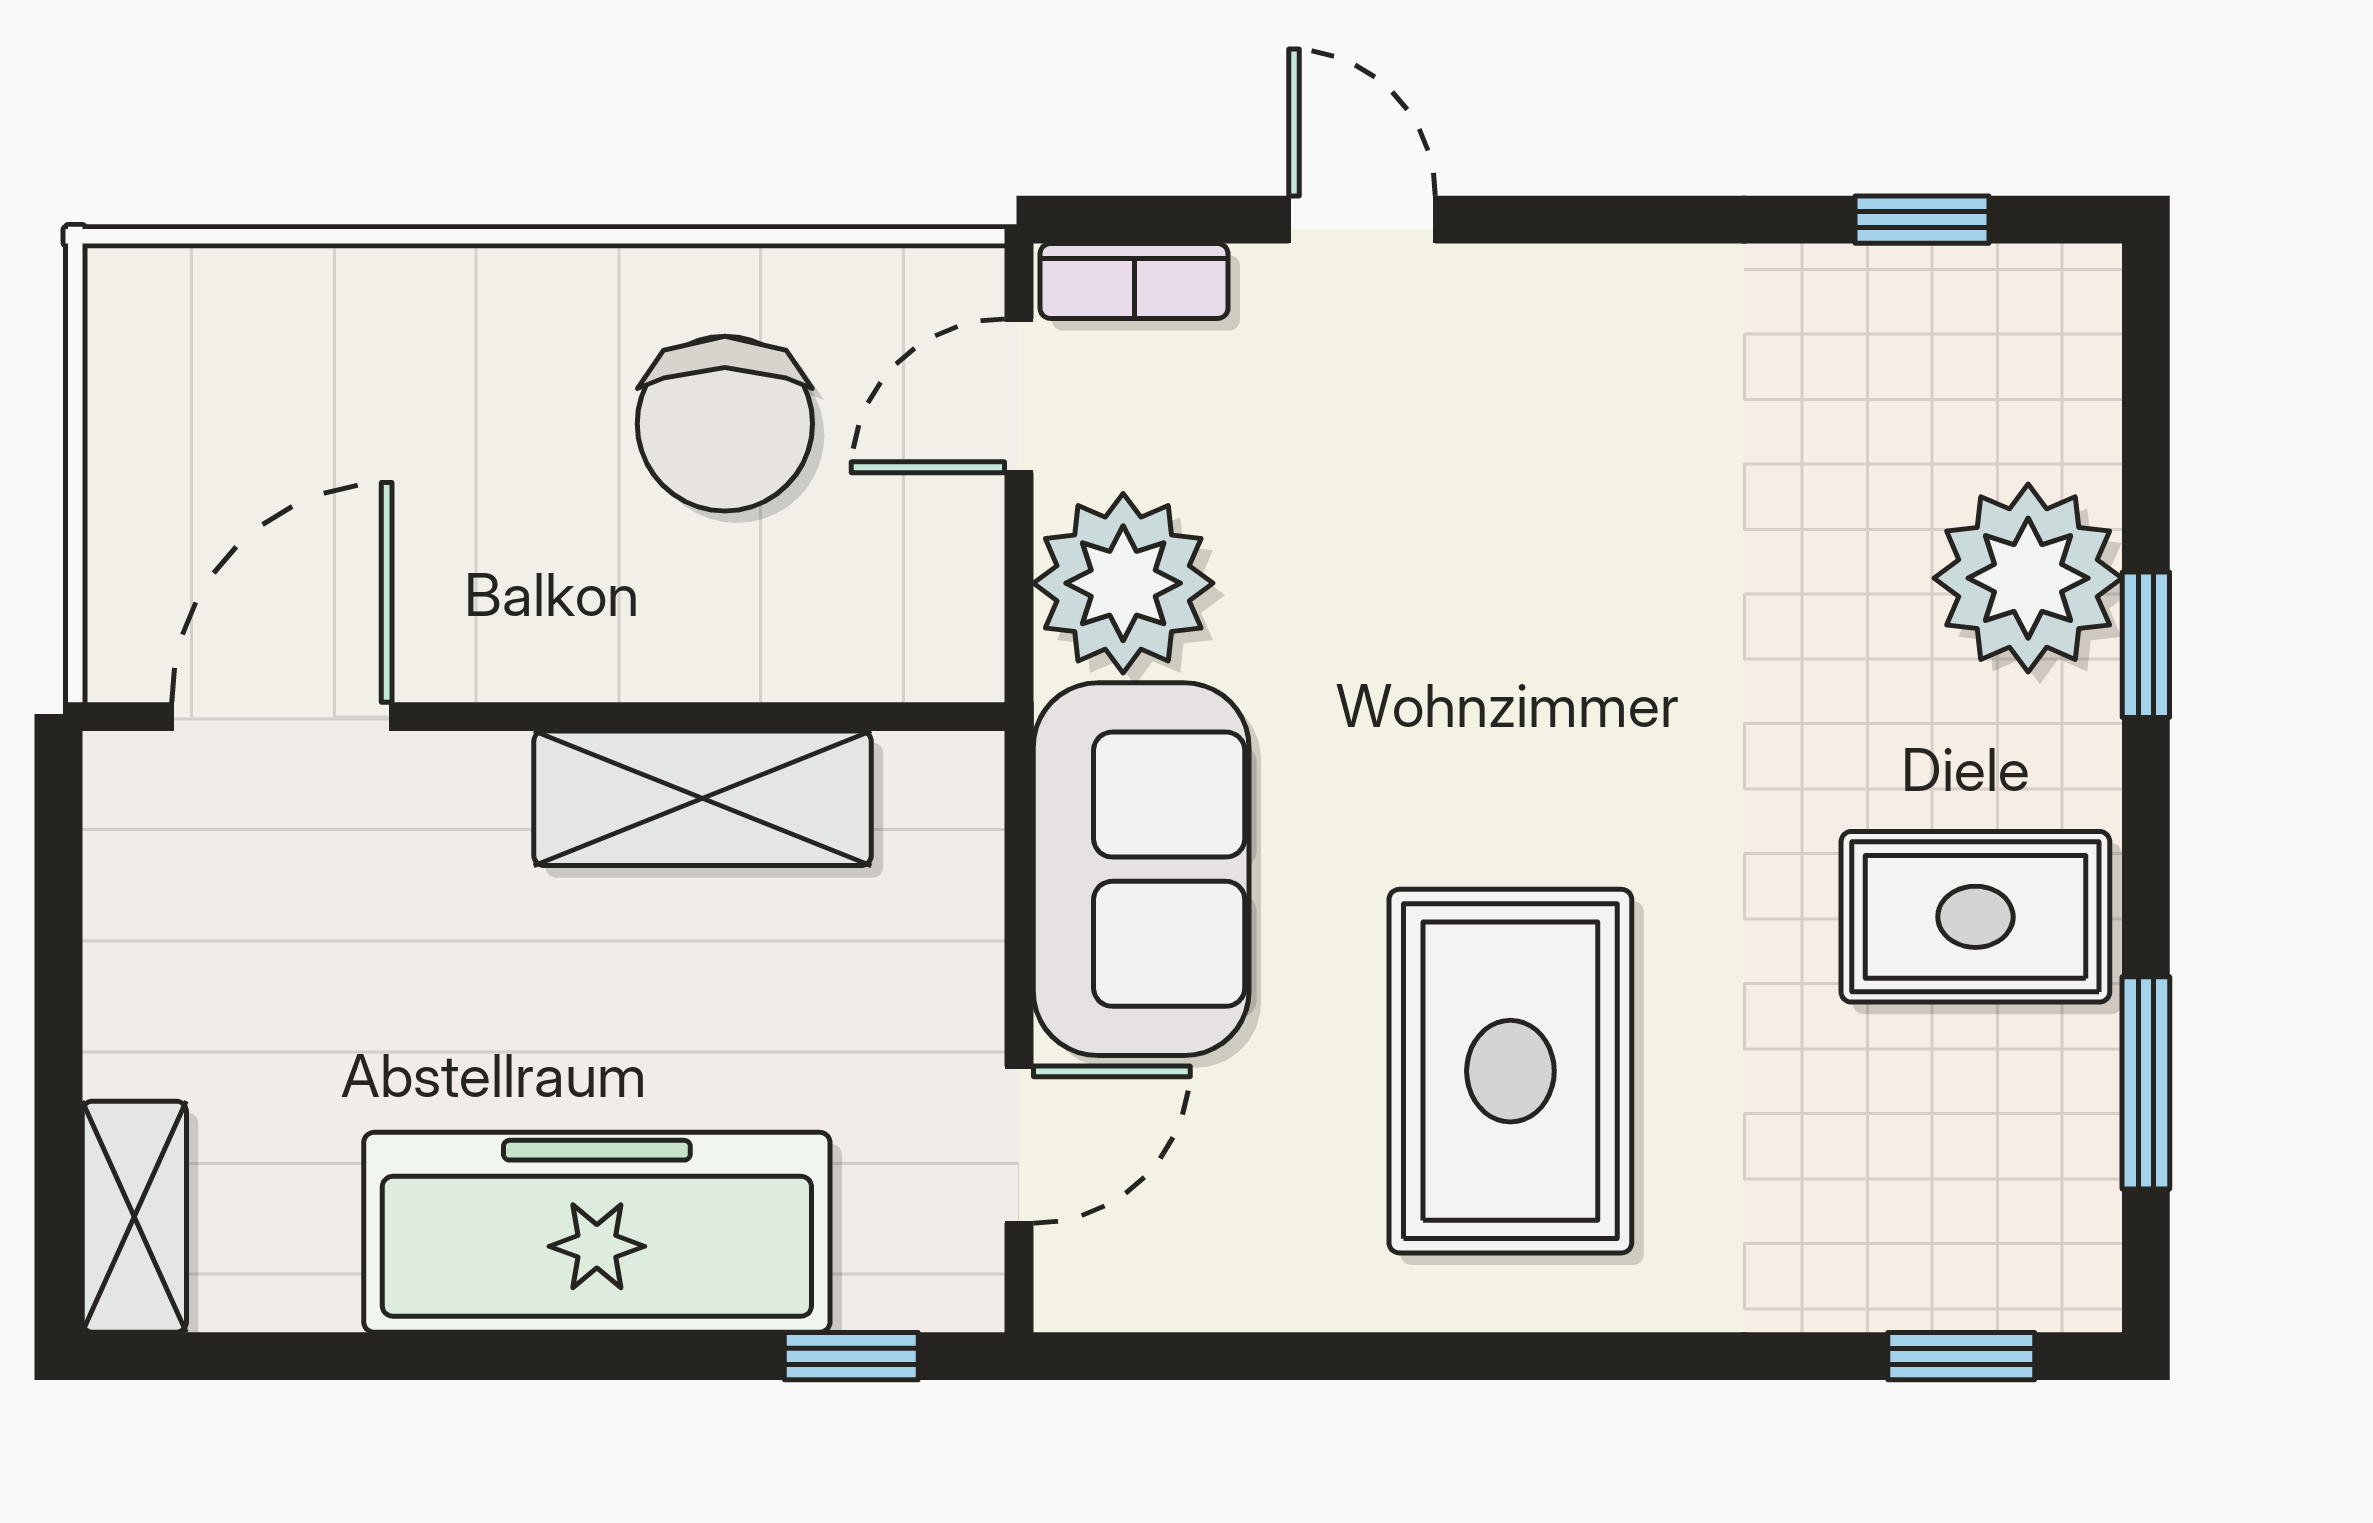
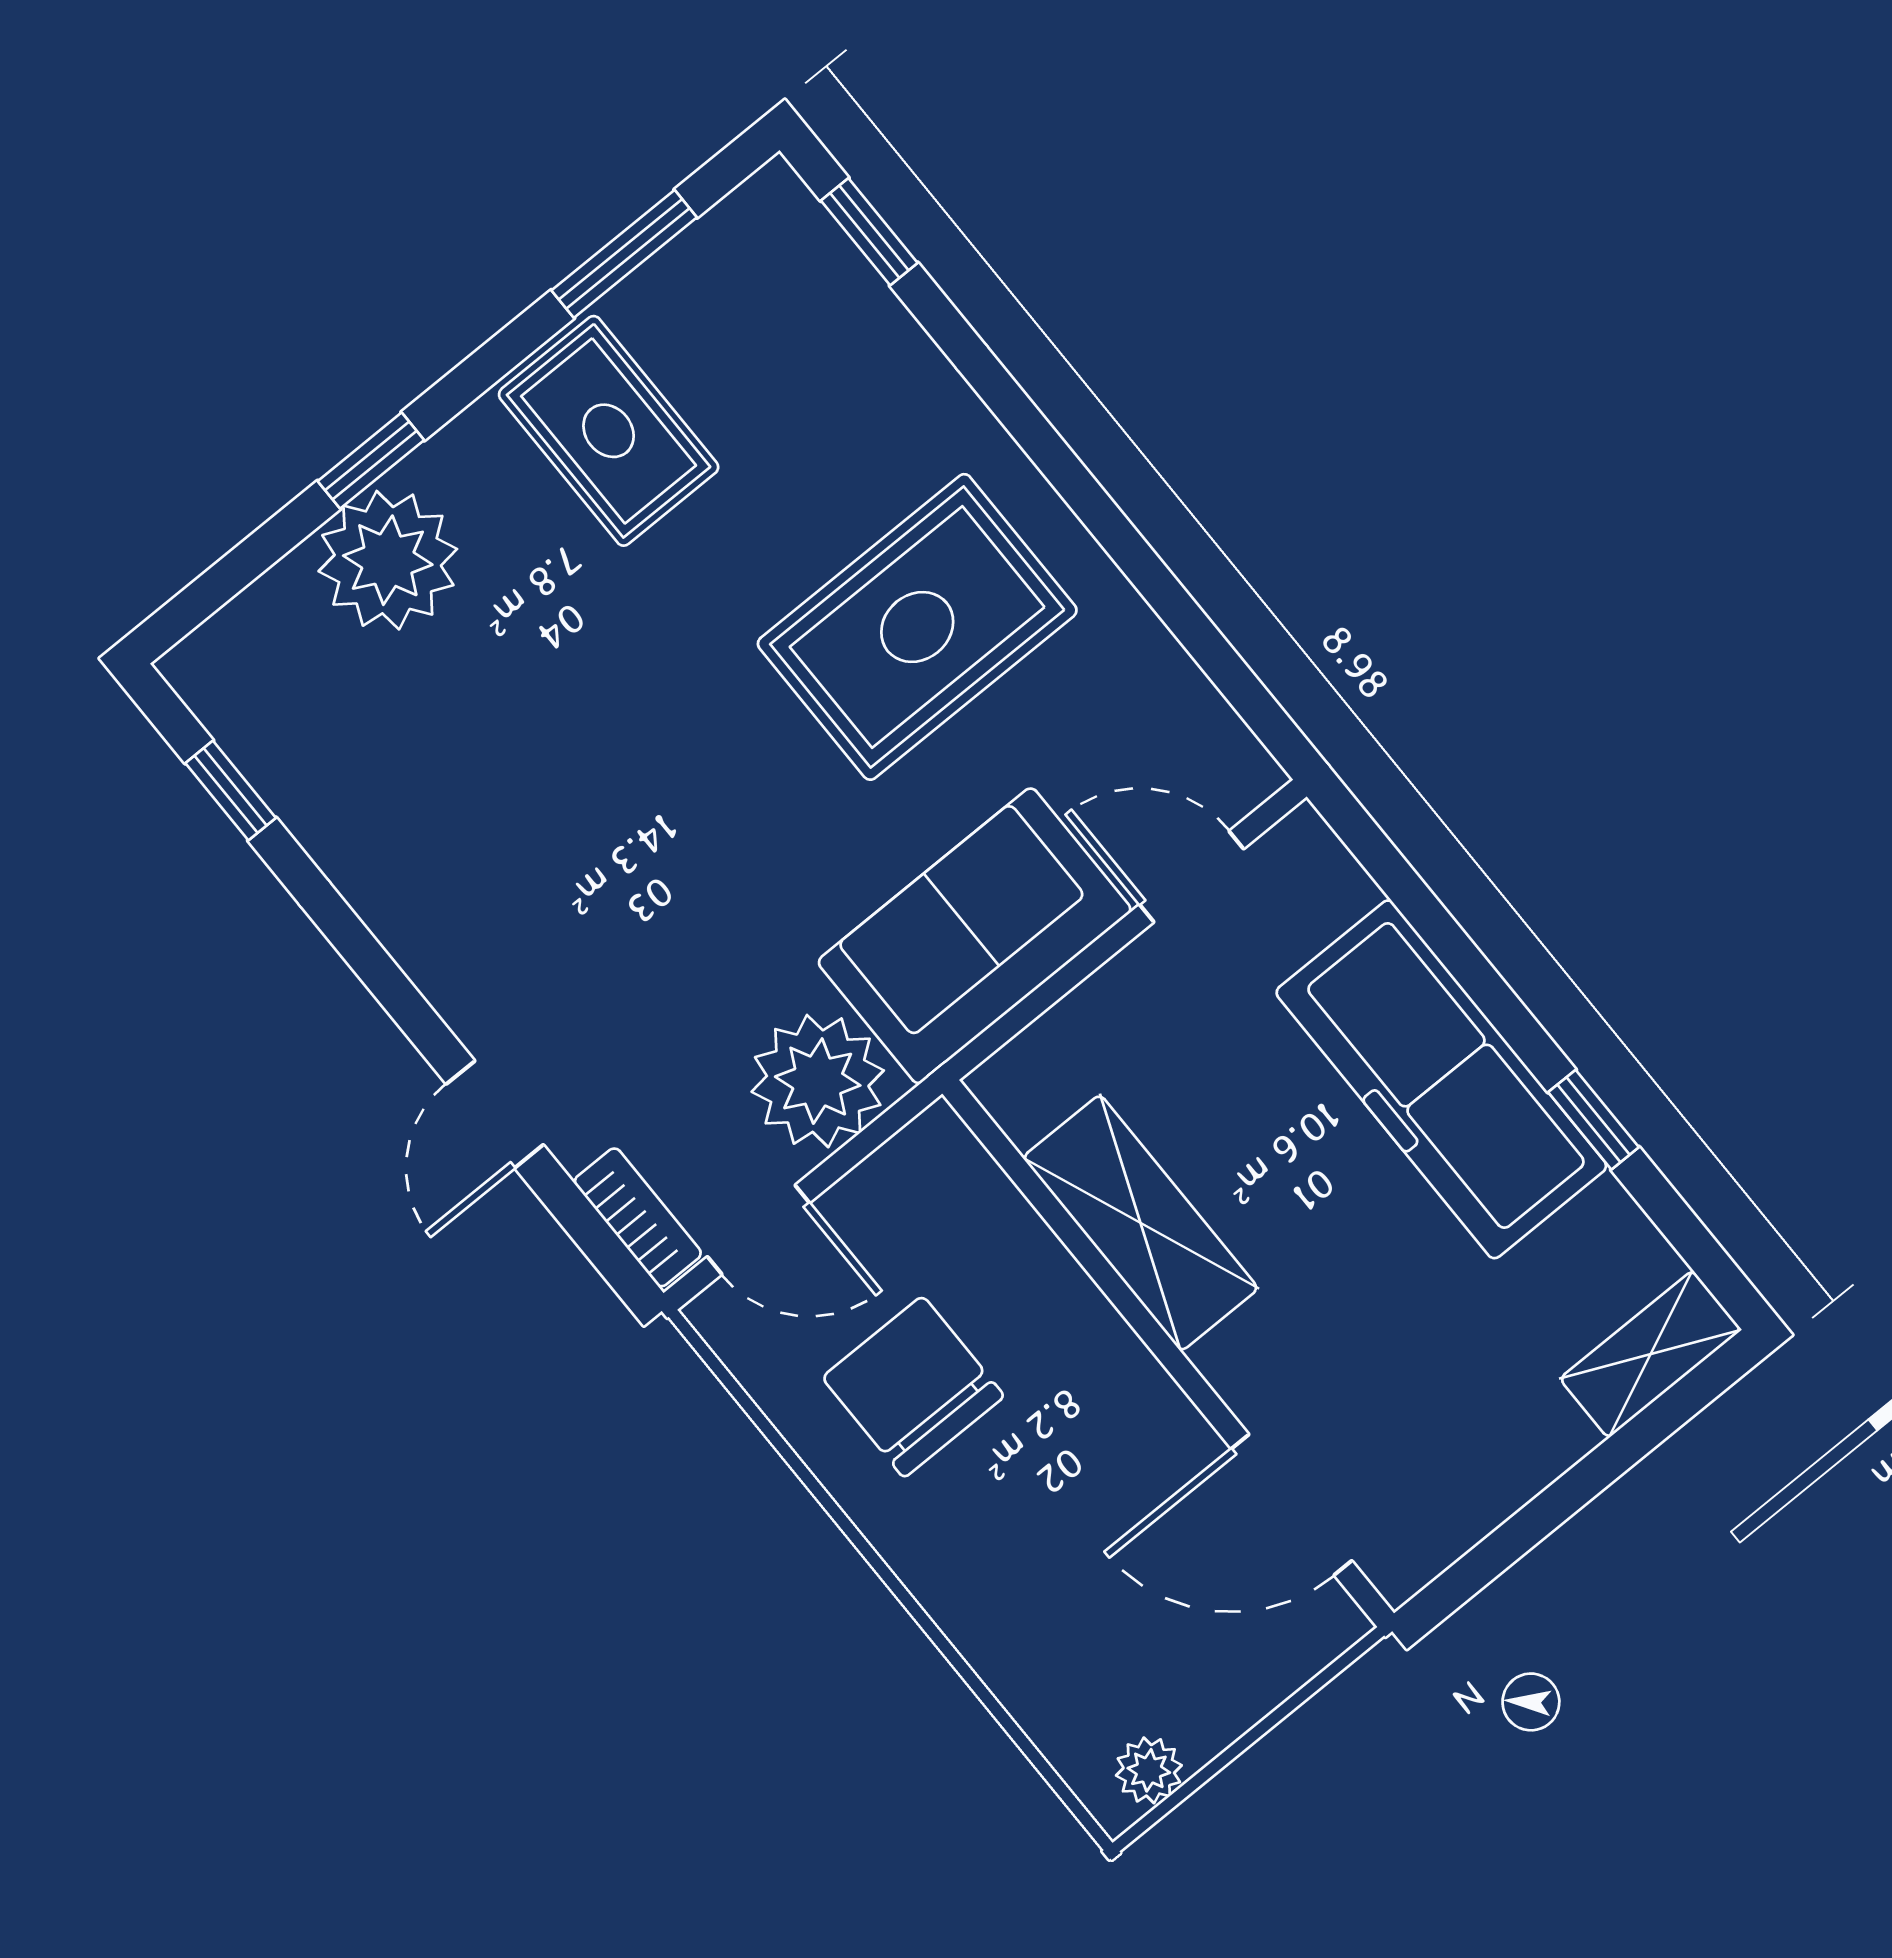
plant: (127, 343) -> (1149, 1770), added
chair: (725, 424) -> (913, 1387), turned -90
window: (851, 1356) -> (1593, 1120), moved

